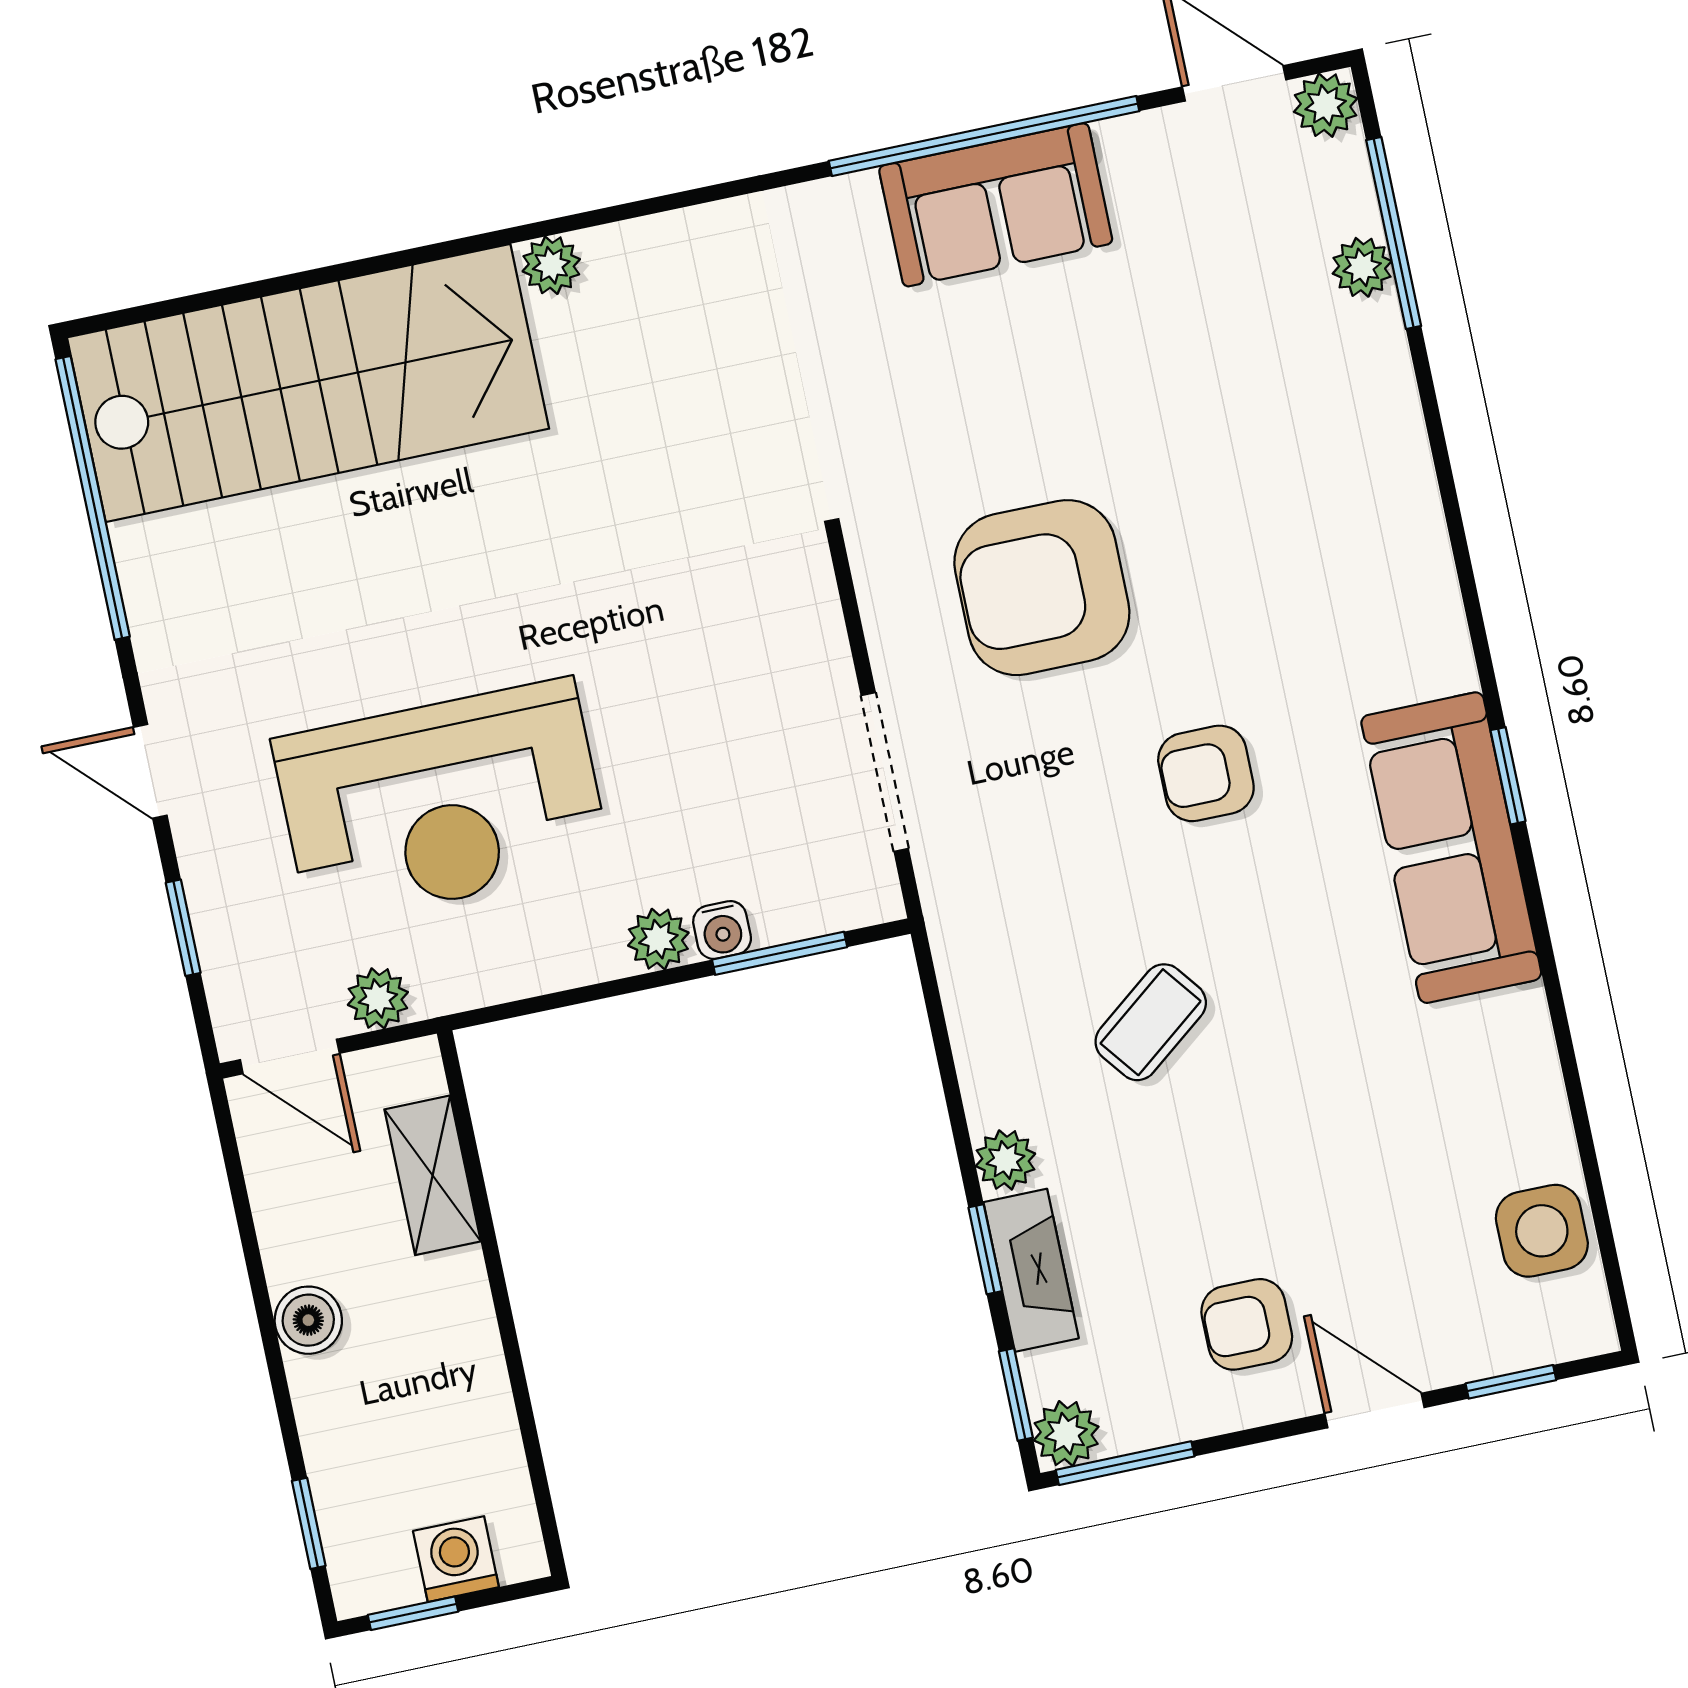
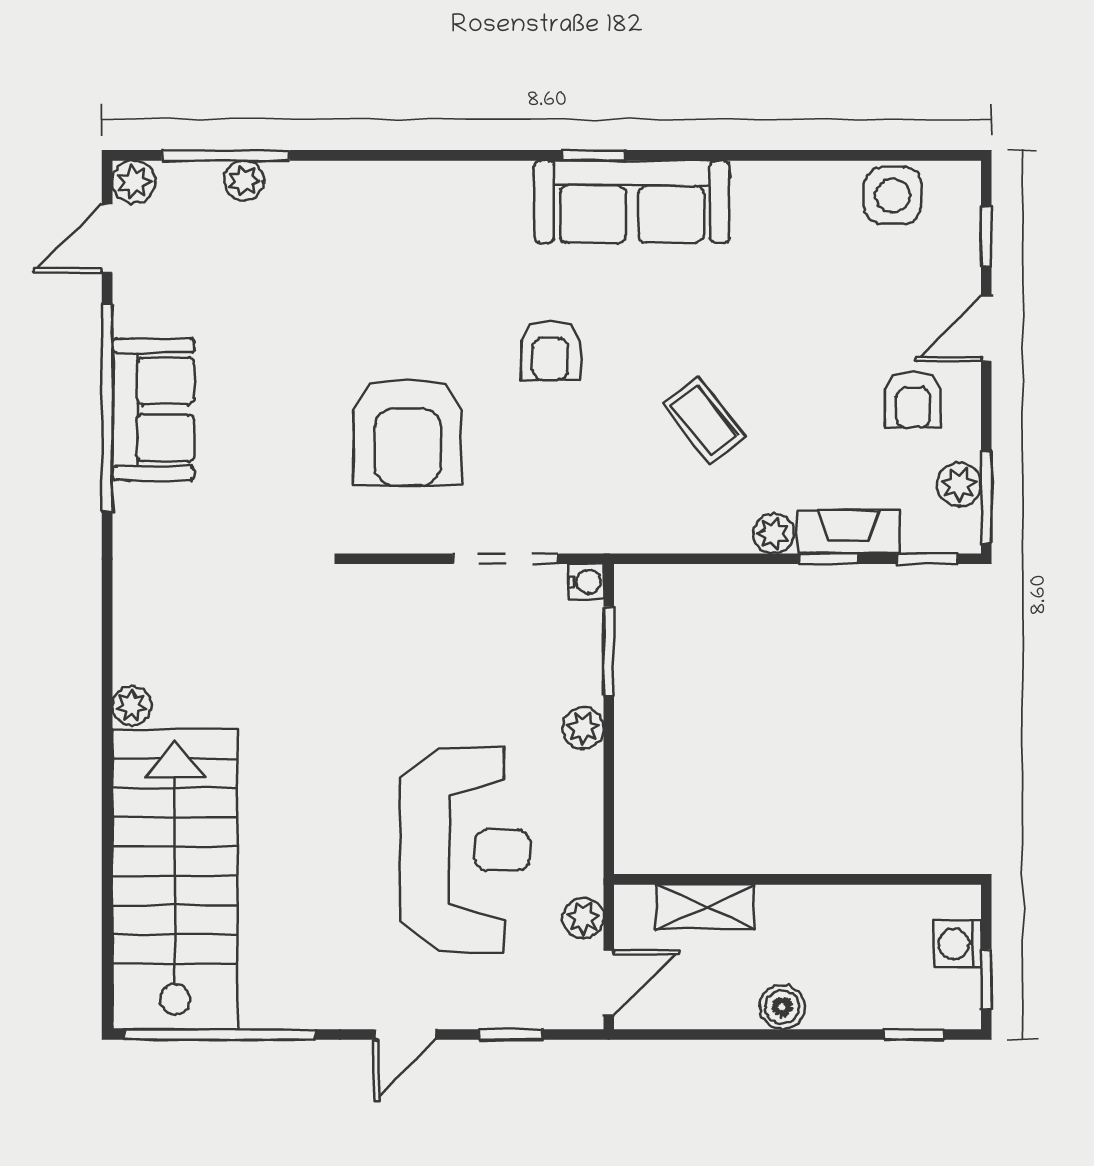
water cooler: (722, 930) -> (586, 582), moved
plant: (1066, 1434) -> (959, 485), moved

